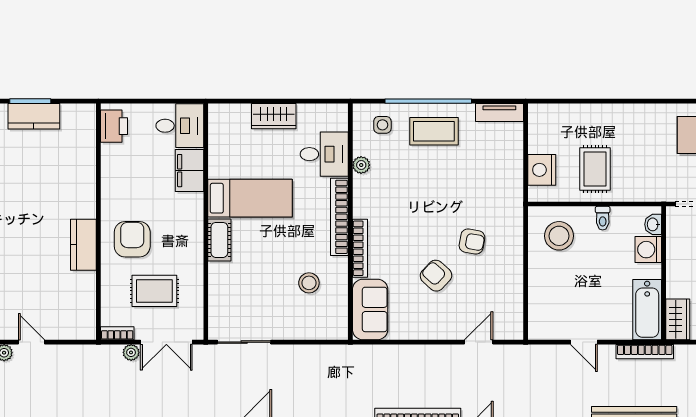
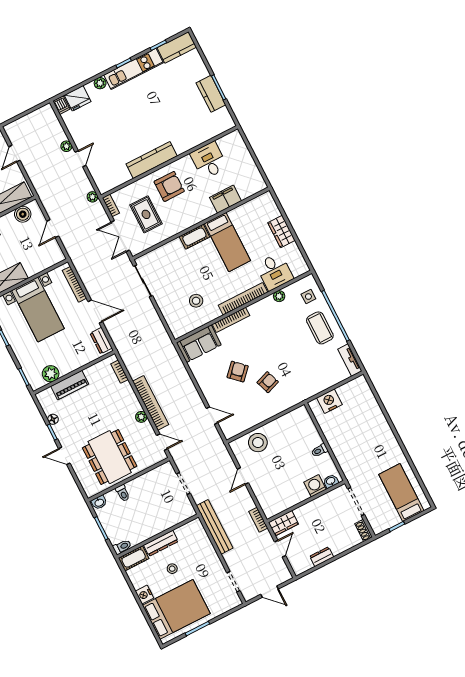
printer: (114, 126) -> (229, 143), removed
desk: (180, 126) -> (209, 160), moved, turned 180
rug: (595, 169) -> (346, 432), removed
stool: (559, 236) -> (258, 443), moved
armchair: (472, 242) -> (268, 382), turned -120
kitchen counter: (83, 245) -> (152, 160), width x1.50
bathtub: (647, 310) -> (280, 503), removed
plant: (131, 352) -> (92, 197), moved
bookcase: (645, 352) -> (258, 520), width x0.64

